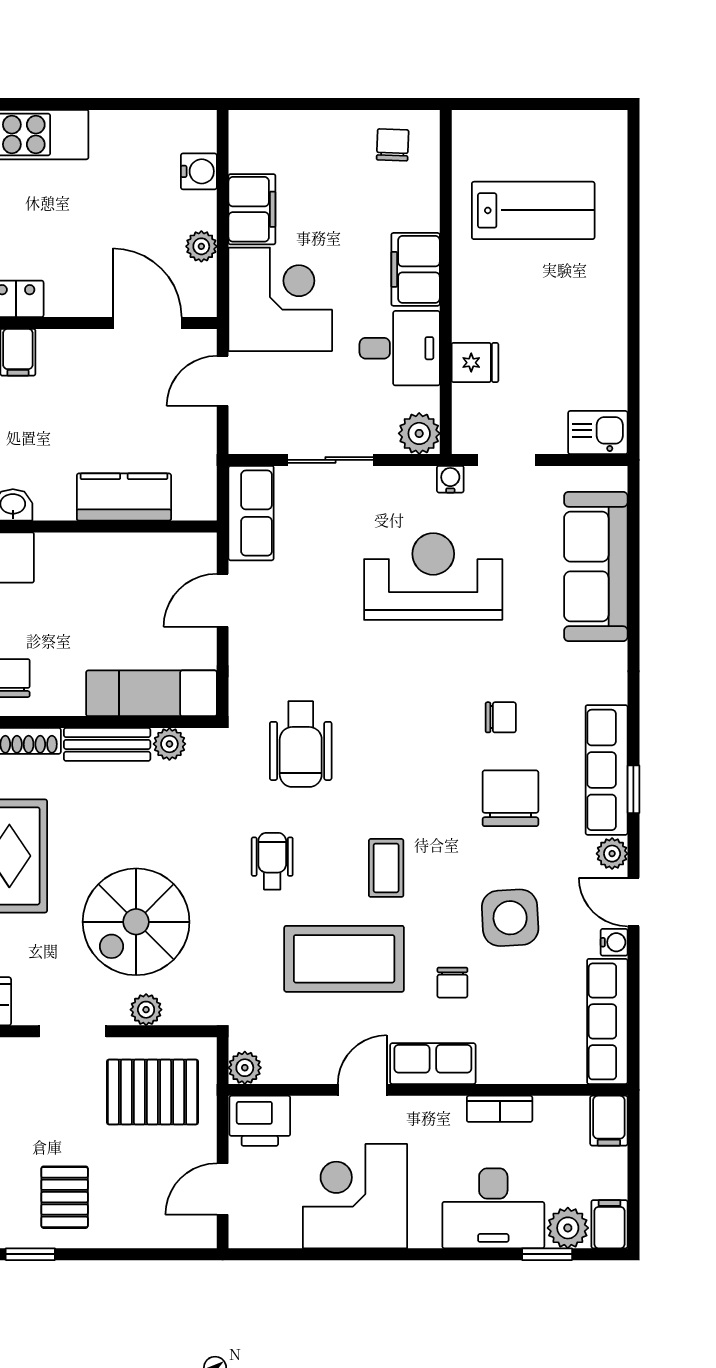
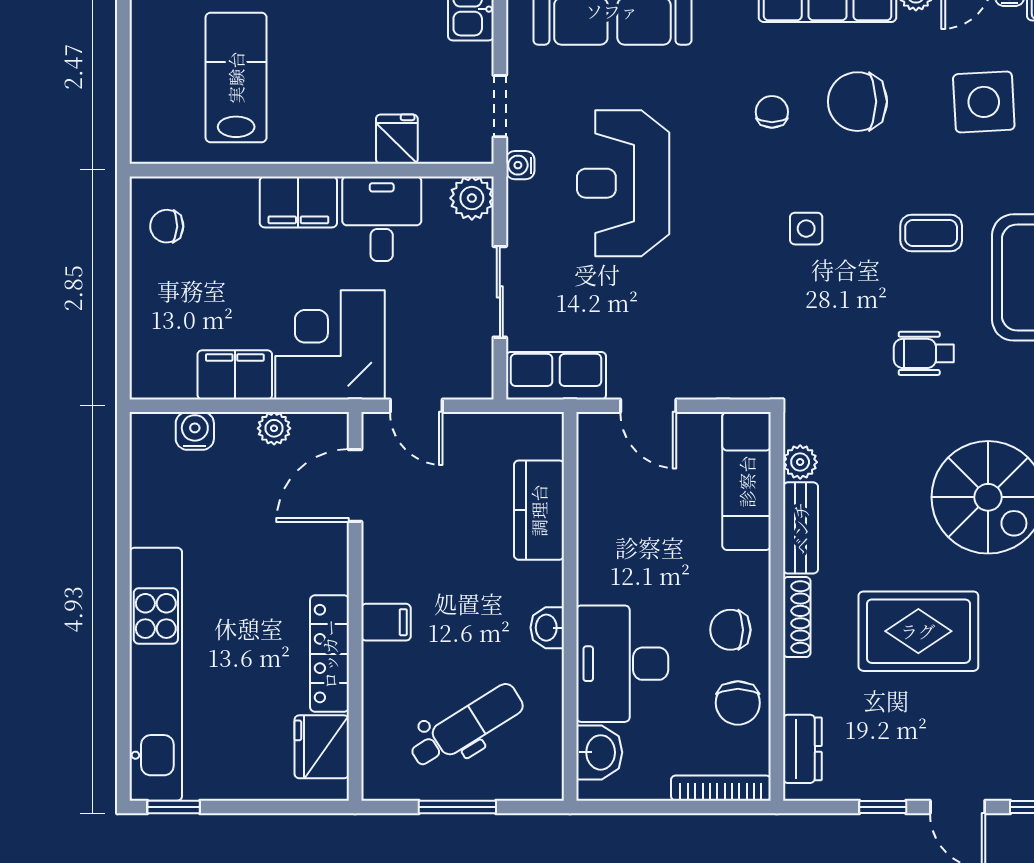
wheelchair: (301, 744) -> (800, 323), removed
side table: (390, 750) -> (806, 229), added

